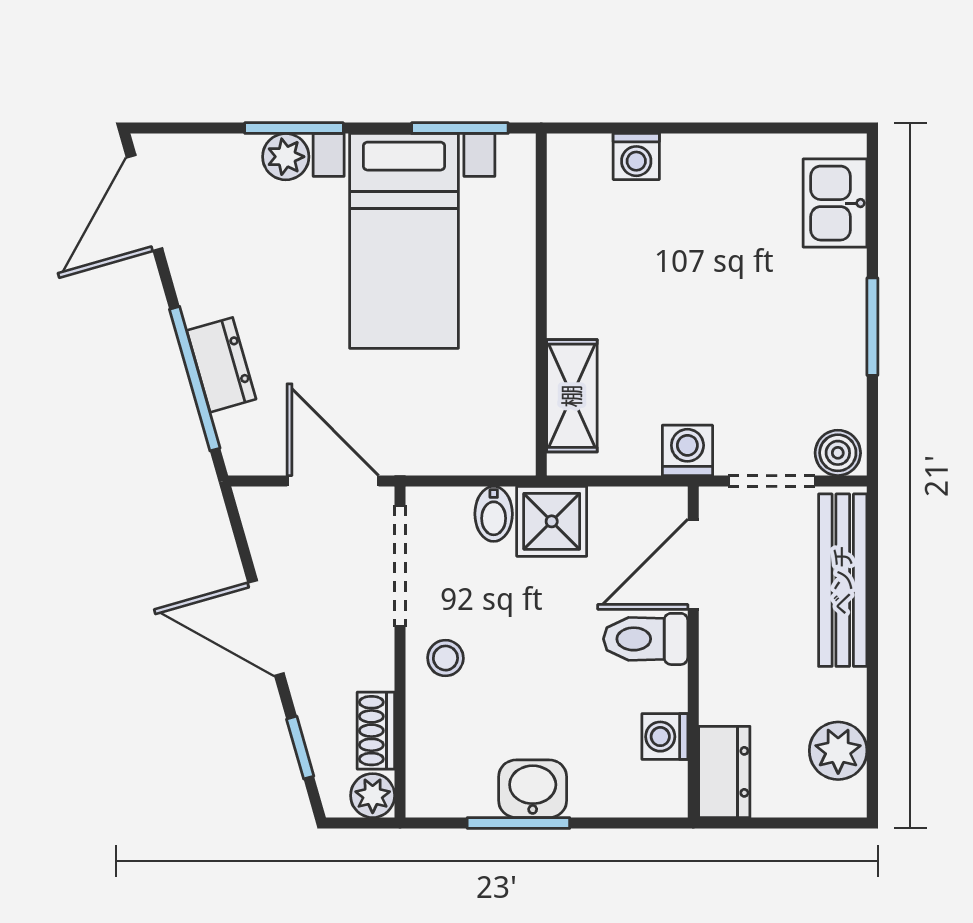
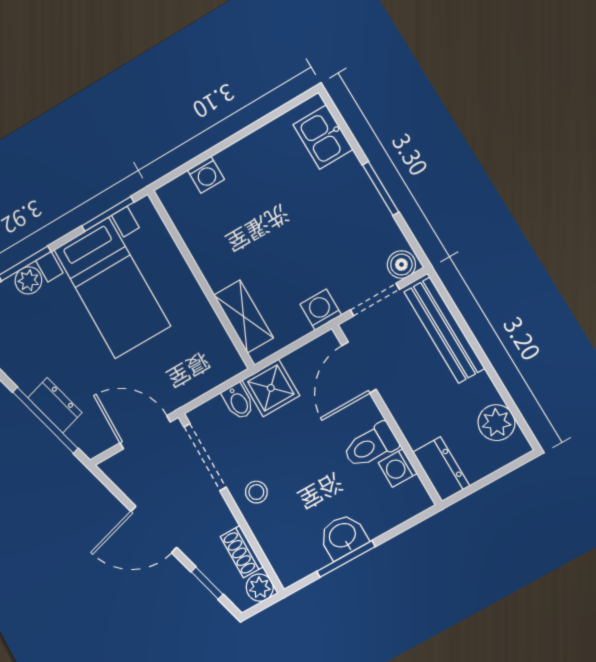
toilet: (646, 639) -> (371, 445), moved

